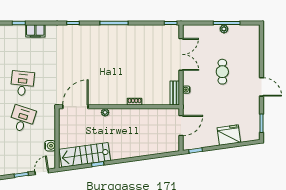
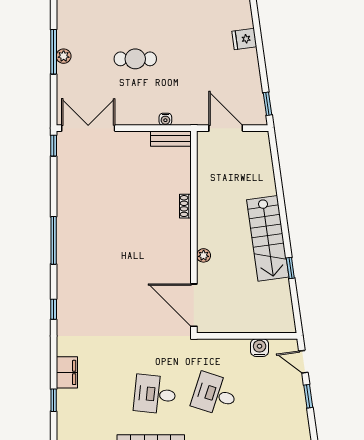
double door: (181, 54) -> (88, 128), moved
fridge: (229, 135) -> (244, 39), width x0.53, depth x0.75
stairs: (85, 155) -> (268, 238), moved

